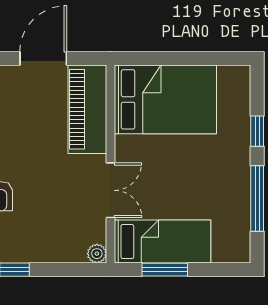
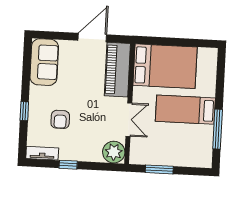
window: (257, 131) -> (220, 88), removed
bed: (163, 242) -> (185, 110), moved, turned 180
plant: (97, 254) -> (114, 152), width x1.87, depth x1.87

